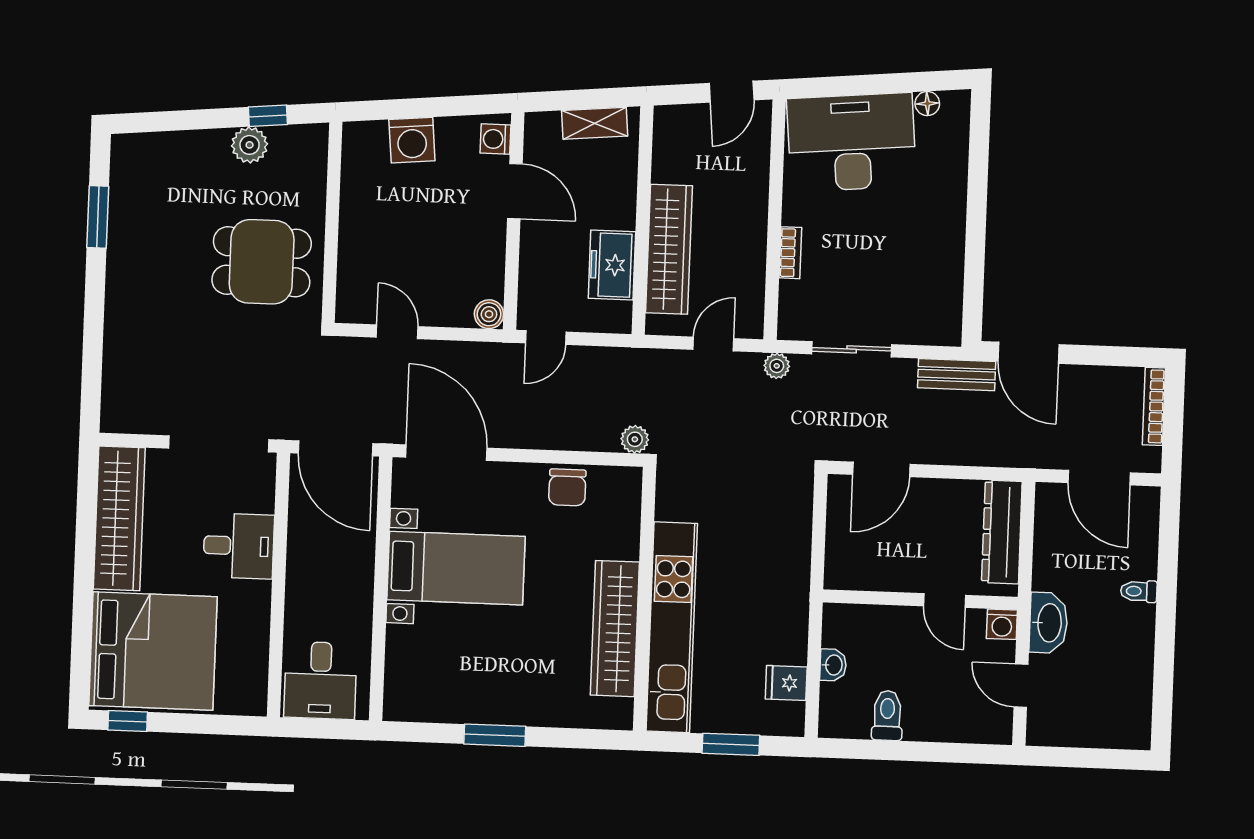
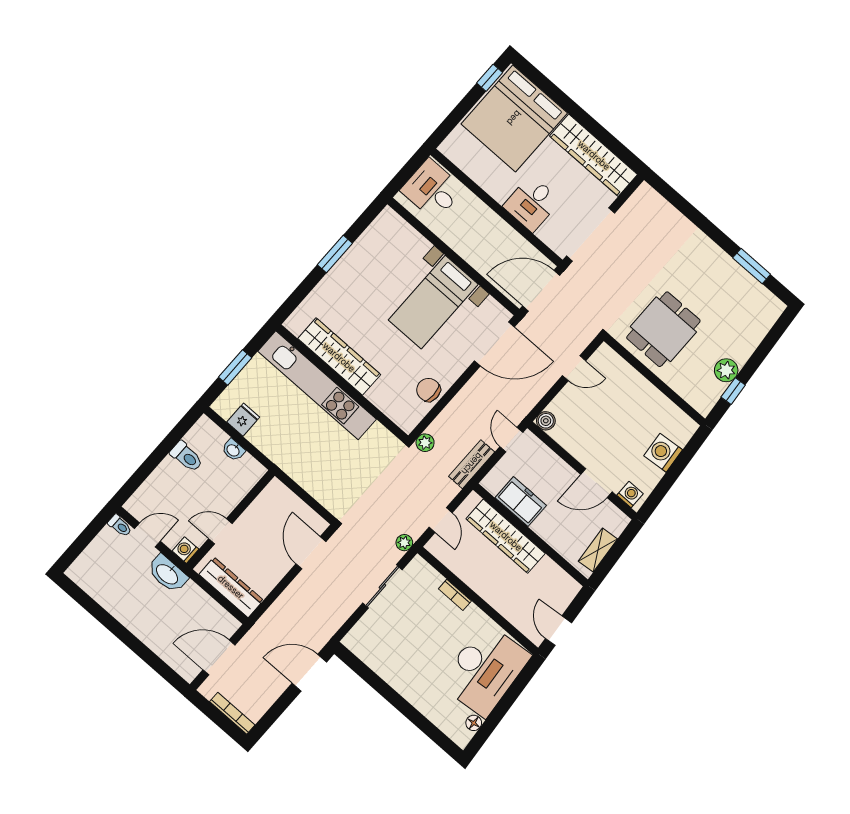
bench: (957, 375) -> (472, 464), moved
toilet: (1139, 591) -> (120, 526), moved, turned 90

